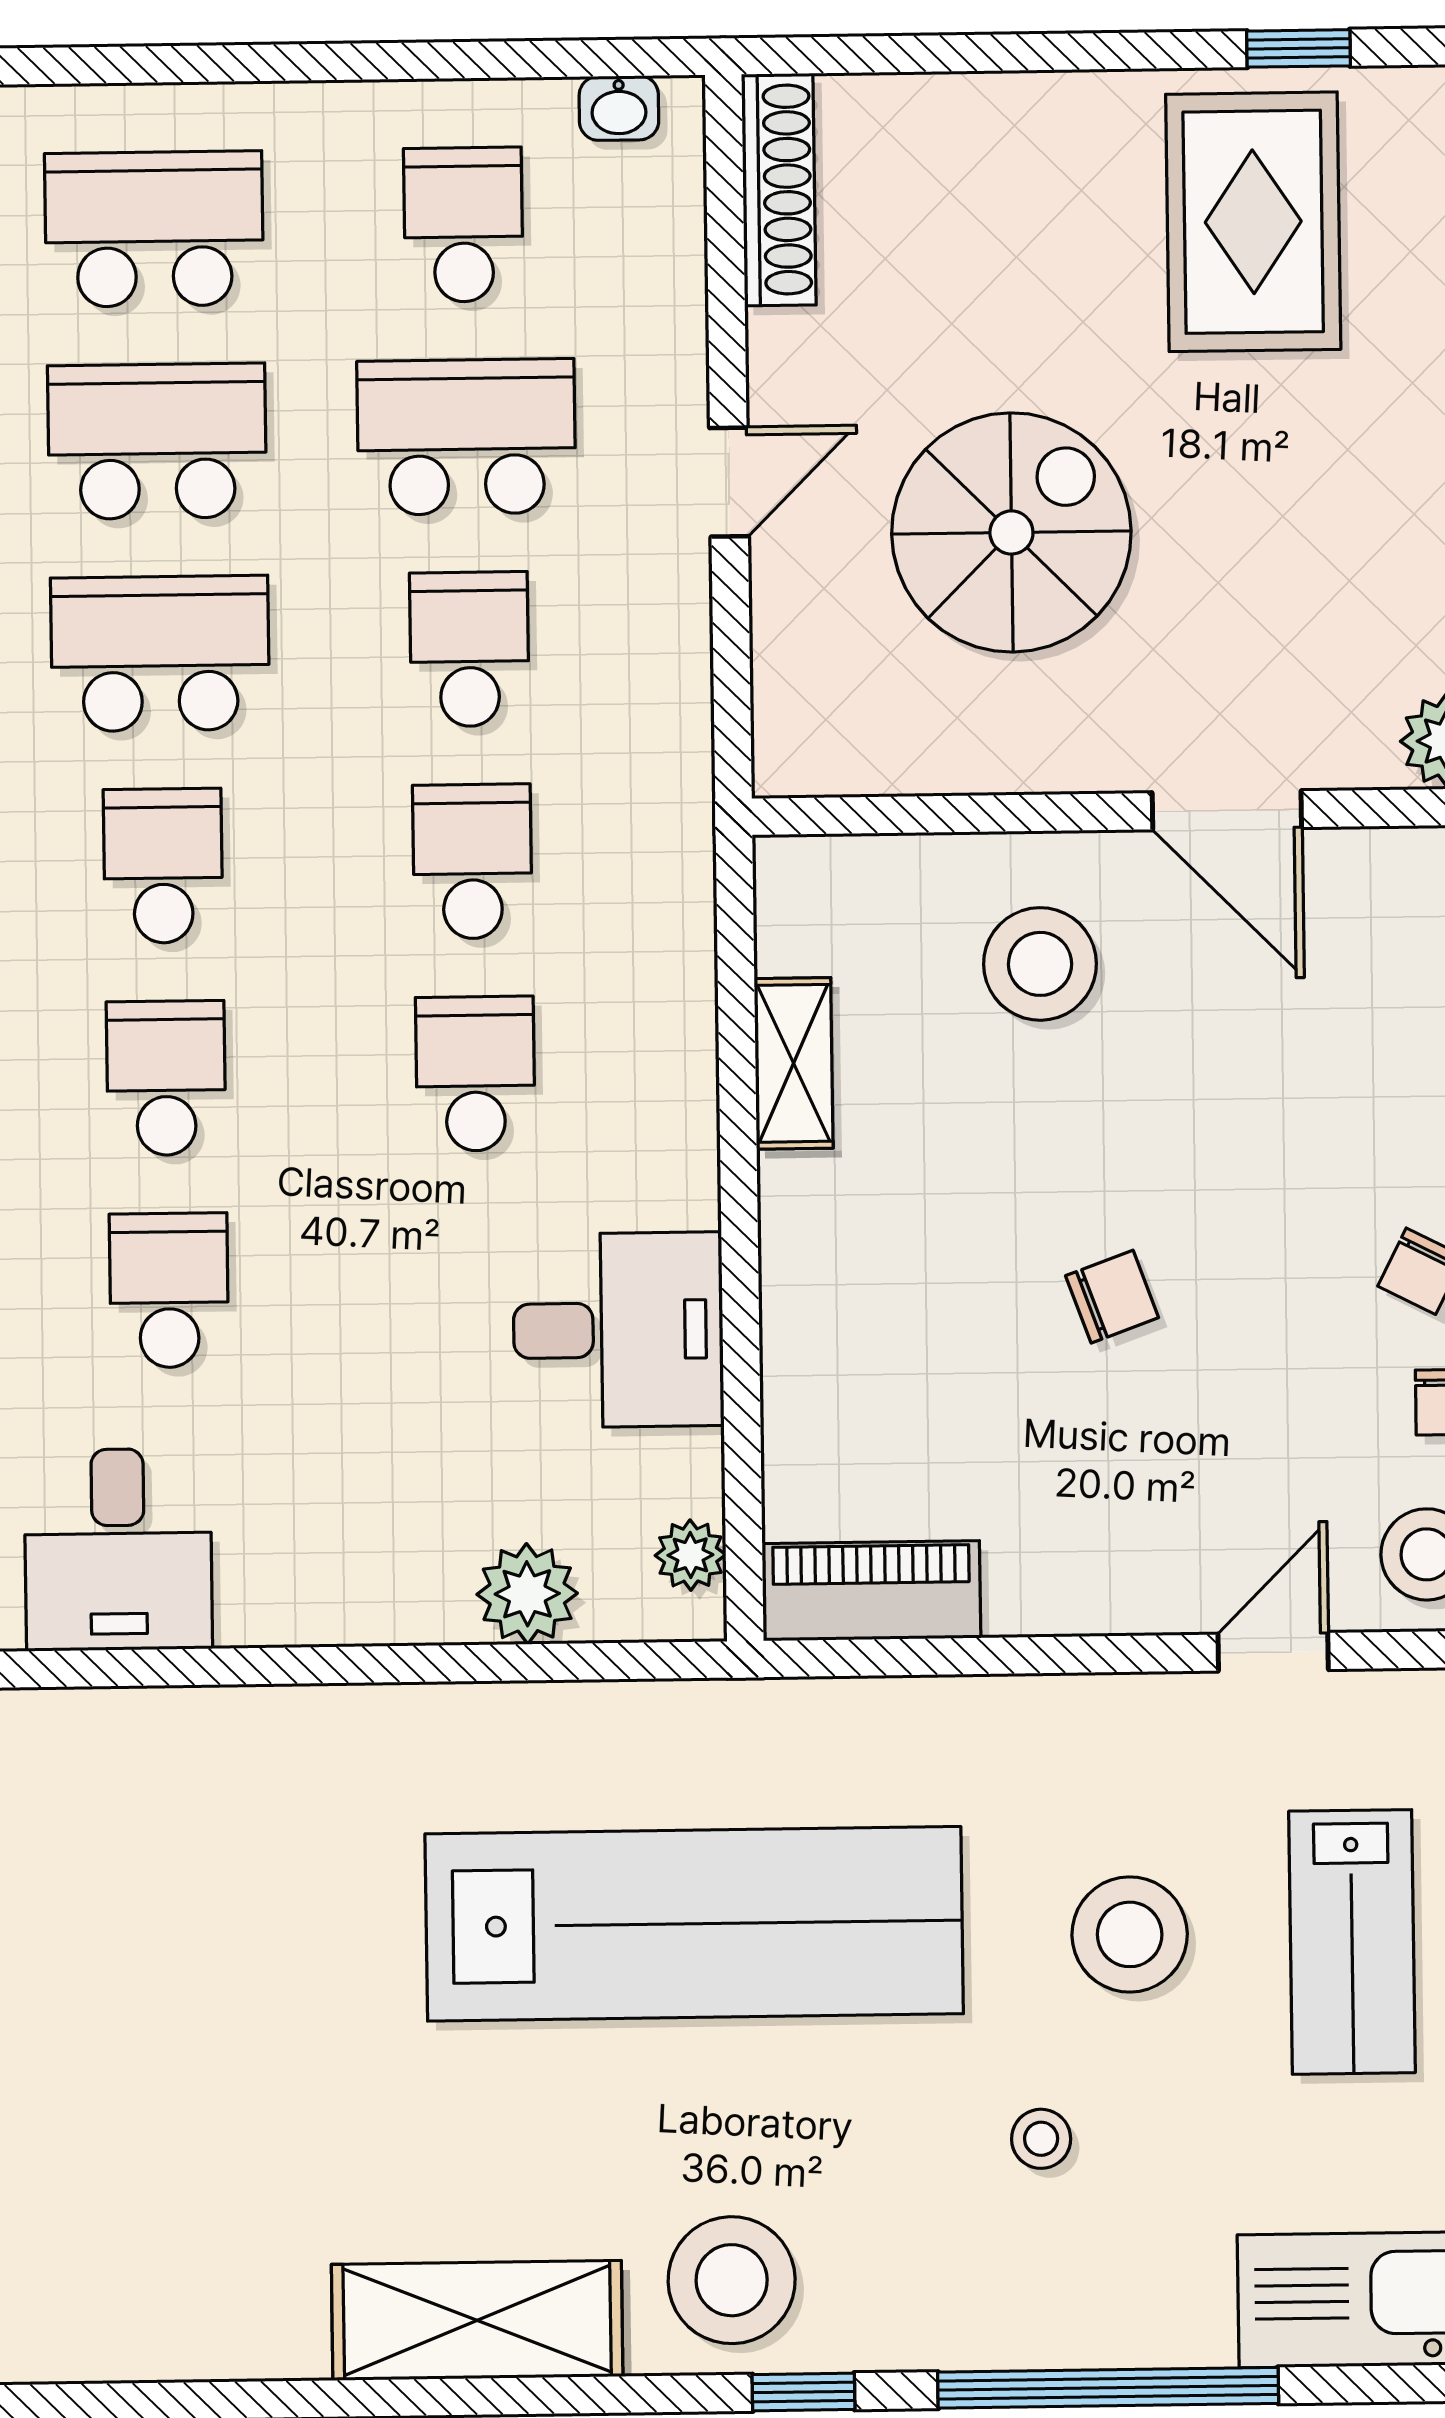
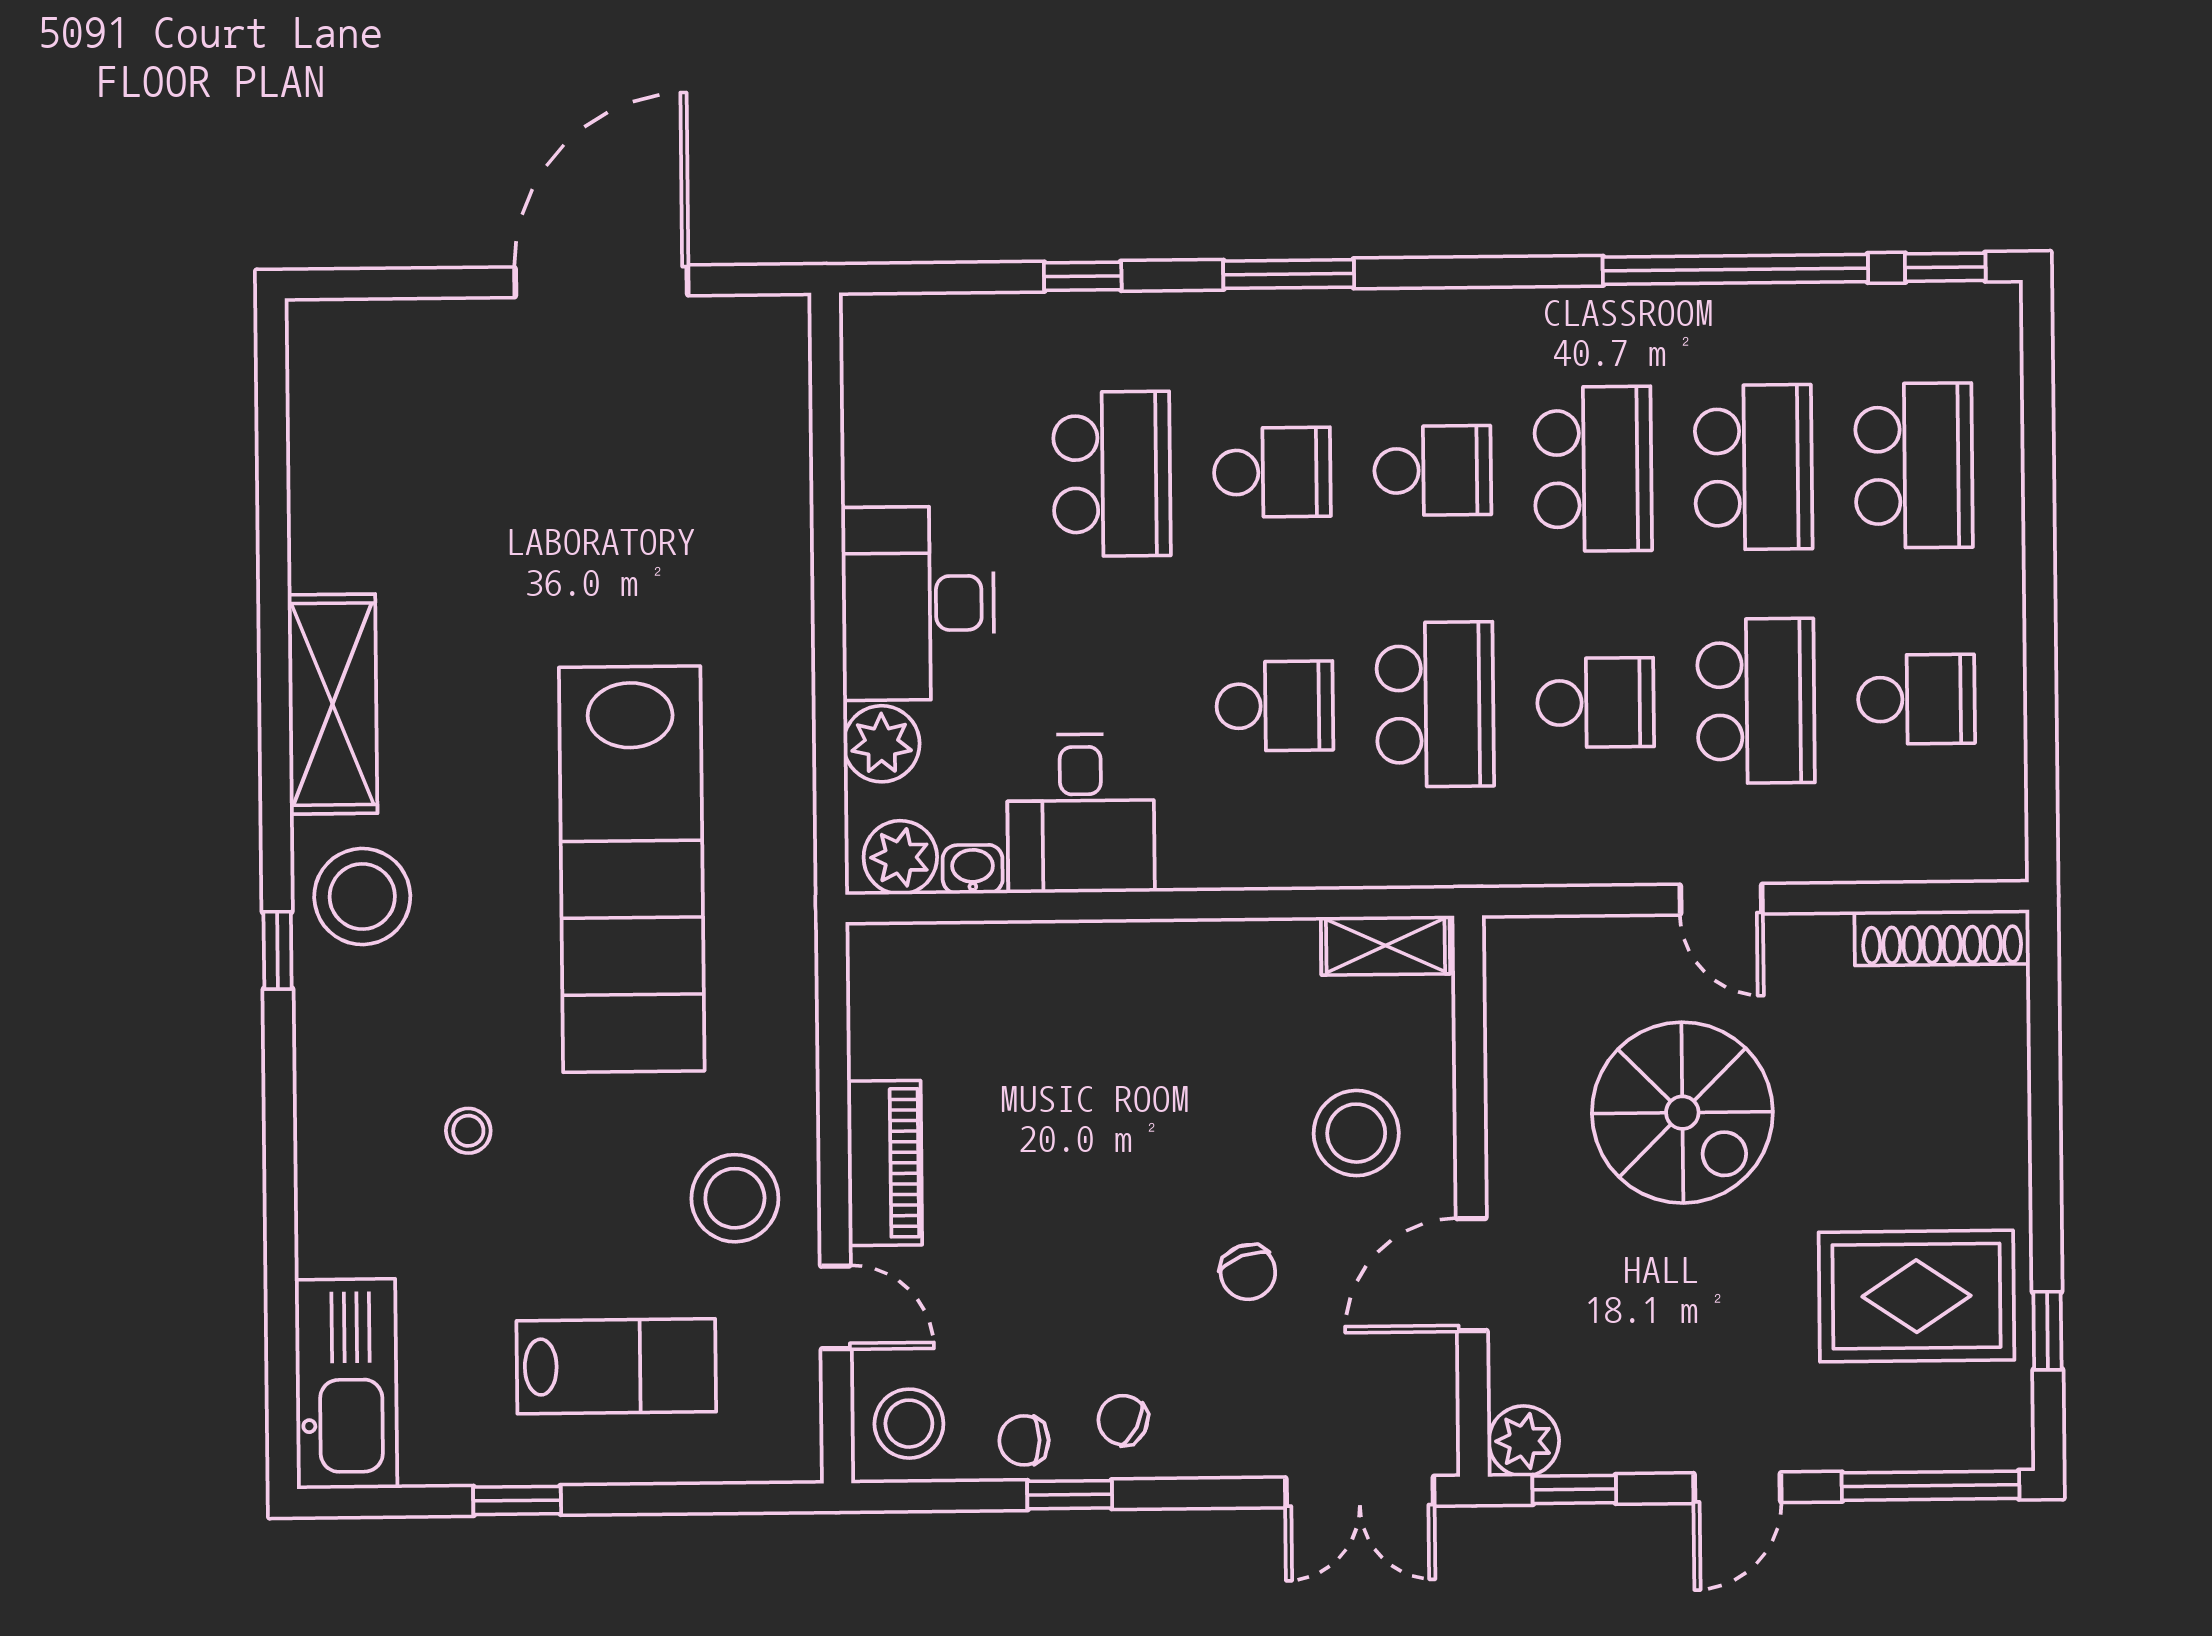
washbasin: (619, 108) -> (973, 869), moved, turned 90
school desk: (472, 861) -> (1435, 704), width x1.85
shelving: (794, 1063) -> (1386, 945), moved
school desk: (169, 1290) -> (1112, 474), width x1.85
chair: (1112, 1297) -> (1248, 1272), moved
desk: (118, 1550) -> (918, 603), moved, width x1.37
plant: (690, 1555) -> (900, 857), width x1.38, depth x1.38
piano: (871, 1591) -> (885, 1163), moved
stool: (1130, 1934) -> (735, 1198), moved
lab bench: (1352, 1942) -> (616, 1366), turned 180
window: (1108, 2388) -> (280, 1181), removed

